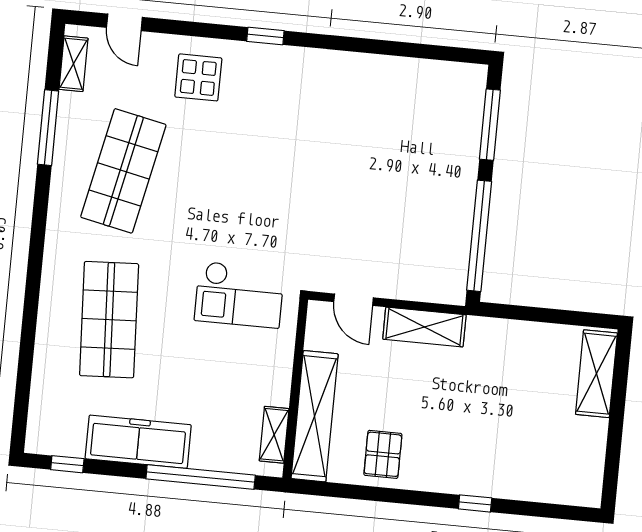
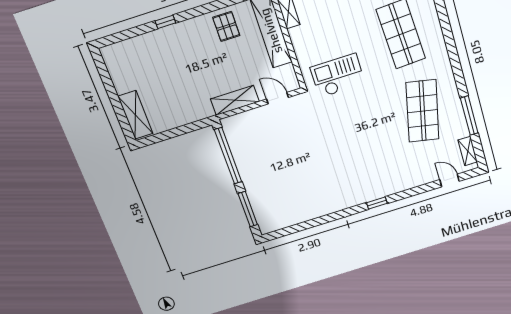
display table: (198, 77) -> (402, 171), removed

